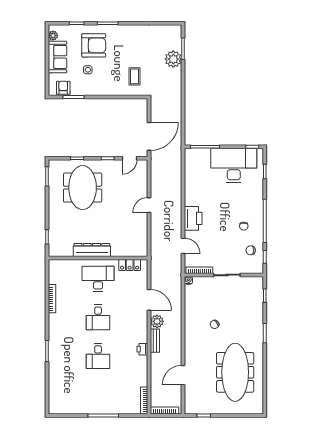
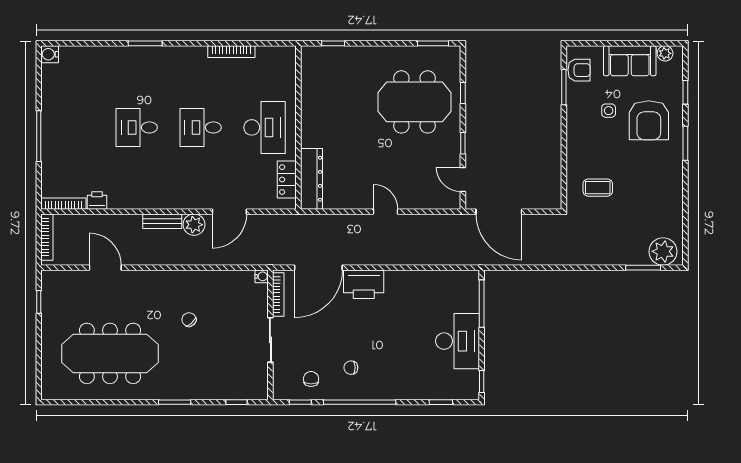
plant: (173, 59) -> (663, 251), moved
desk: (234, 165) -> (458, 341), width x0.73, depth x0.77
door: (183, 246) -> (318, 268), width x1.87
dresser: (92, 250) -> (312, 179), moved
printer: (142, 349) -> (97, 200), moved
water cooler: (54, 409) -> (50, 54), added

